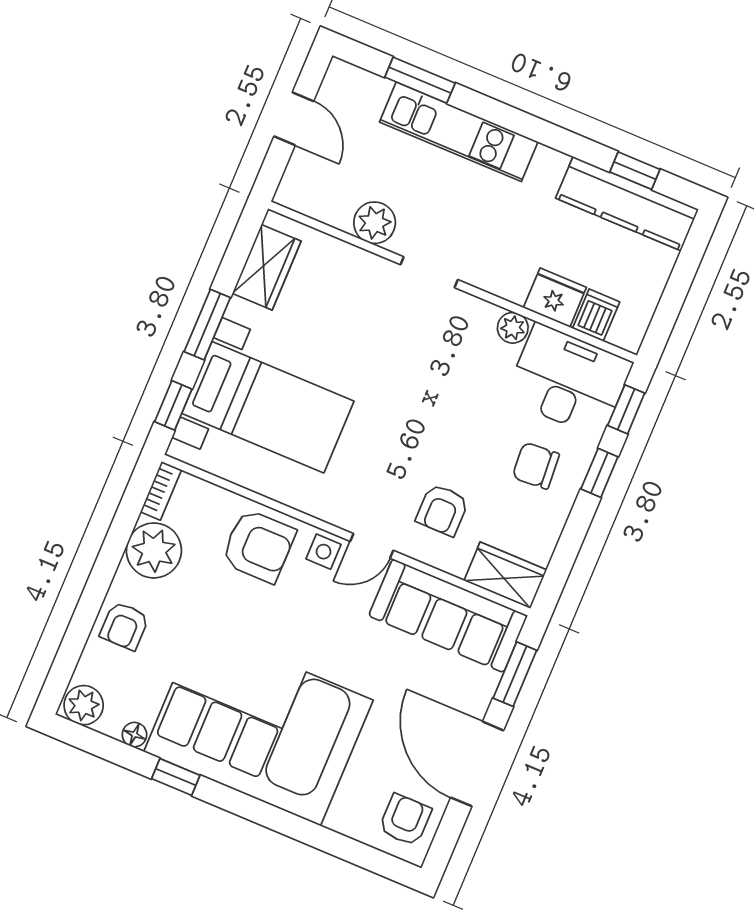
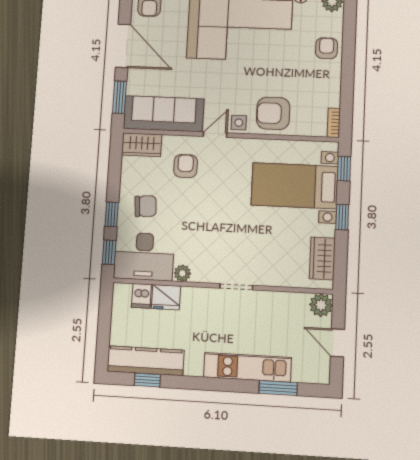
plant: (375, 223) -> (321, 305), moved
window: (207, 325) -> (342, 217), width x0.67
plant: (154, 550) -> (326, 91), removed

